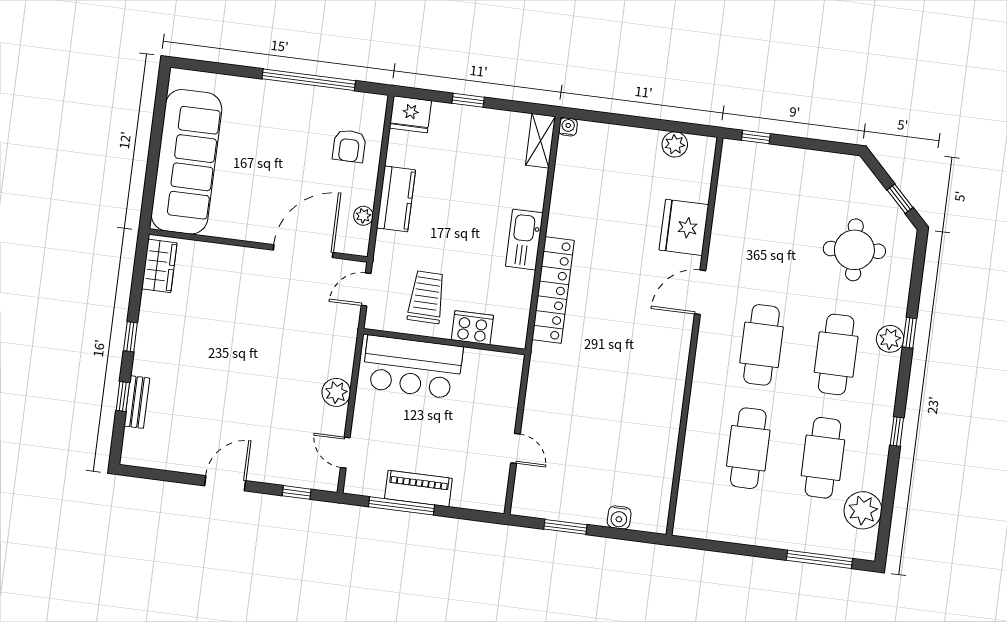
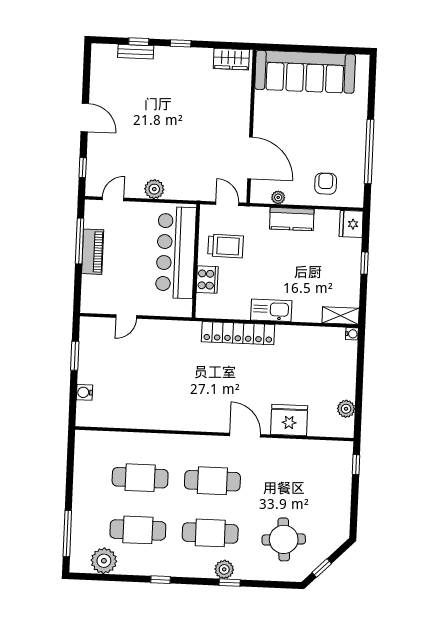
armchair: (349, 146) -> (326, 184), turned 90
bar counter: (412, 367) -> (176, 253), width x1.36

